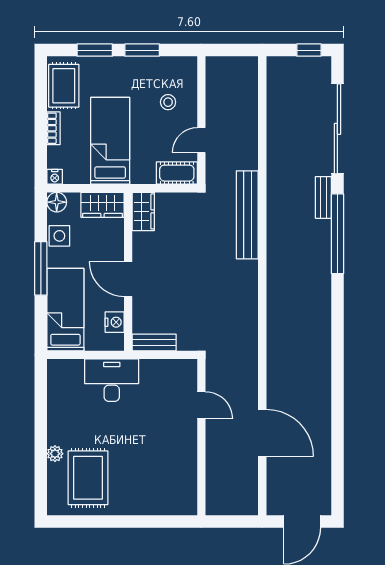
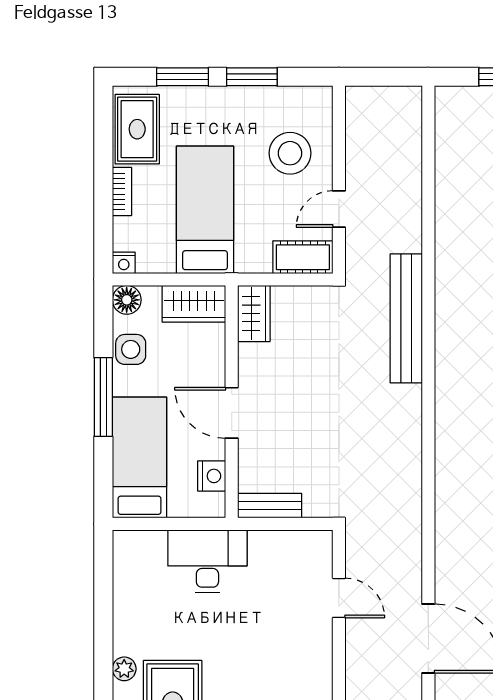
stool: (168, 102) -> (290, 153), width x1.89, depth x1.89

